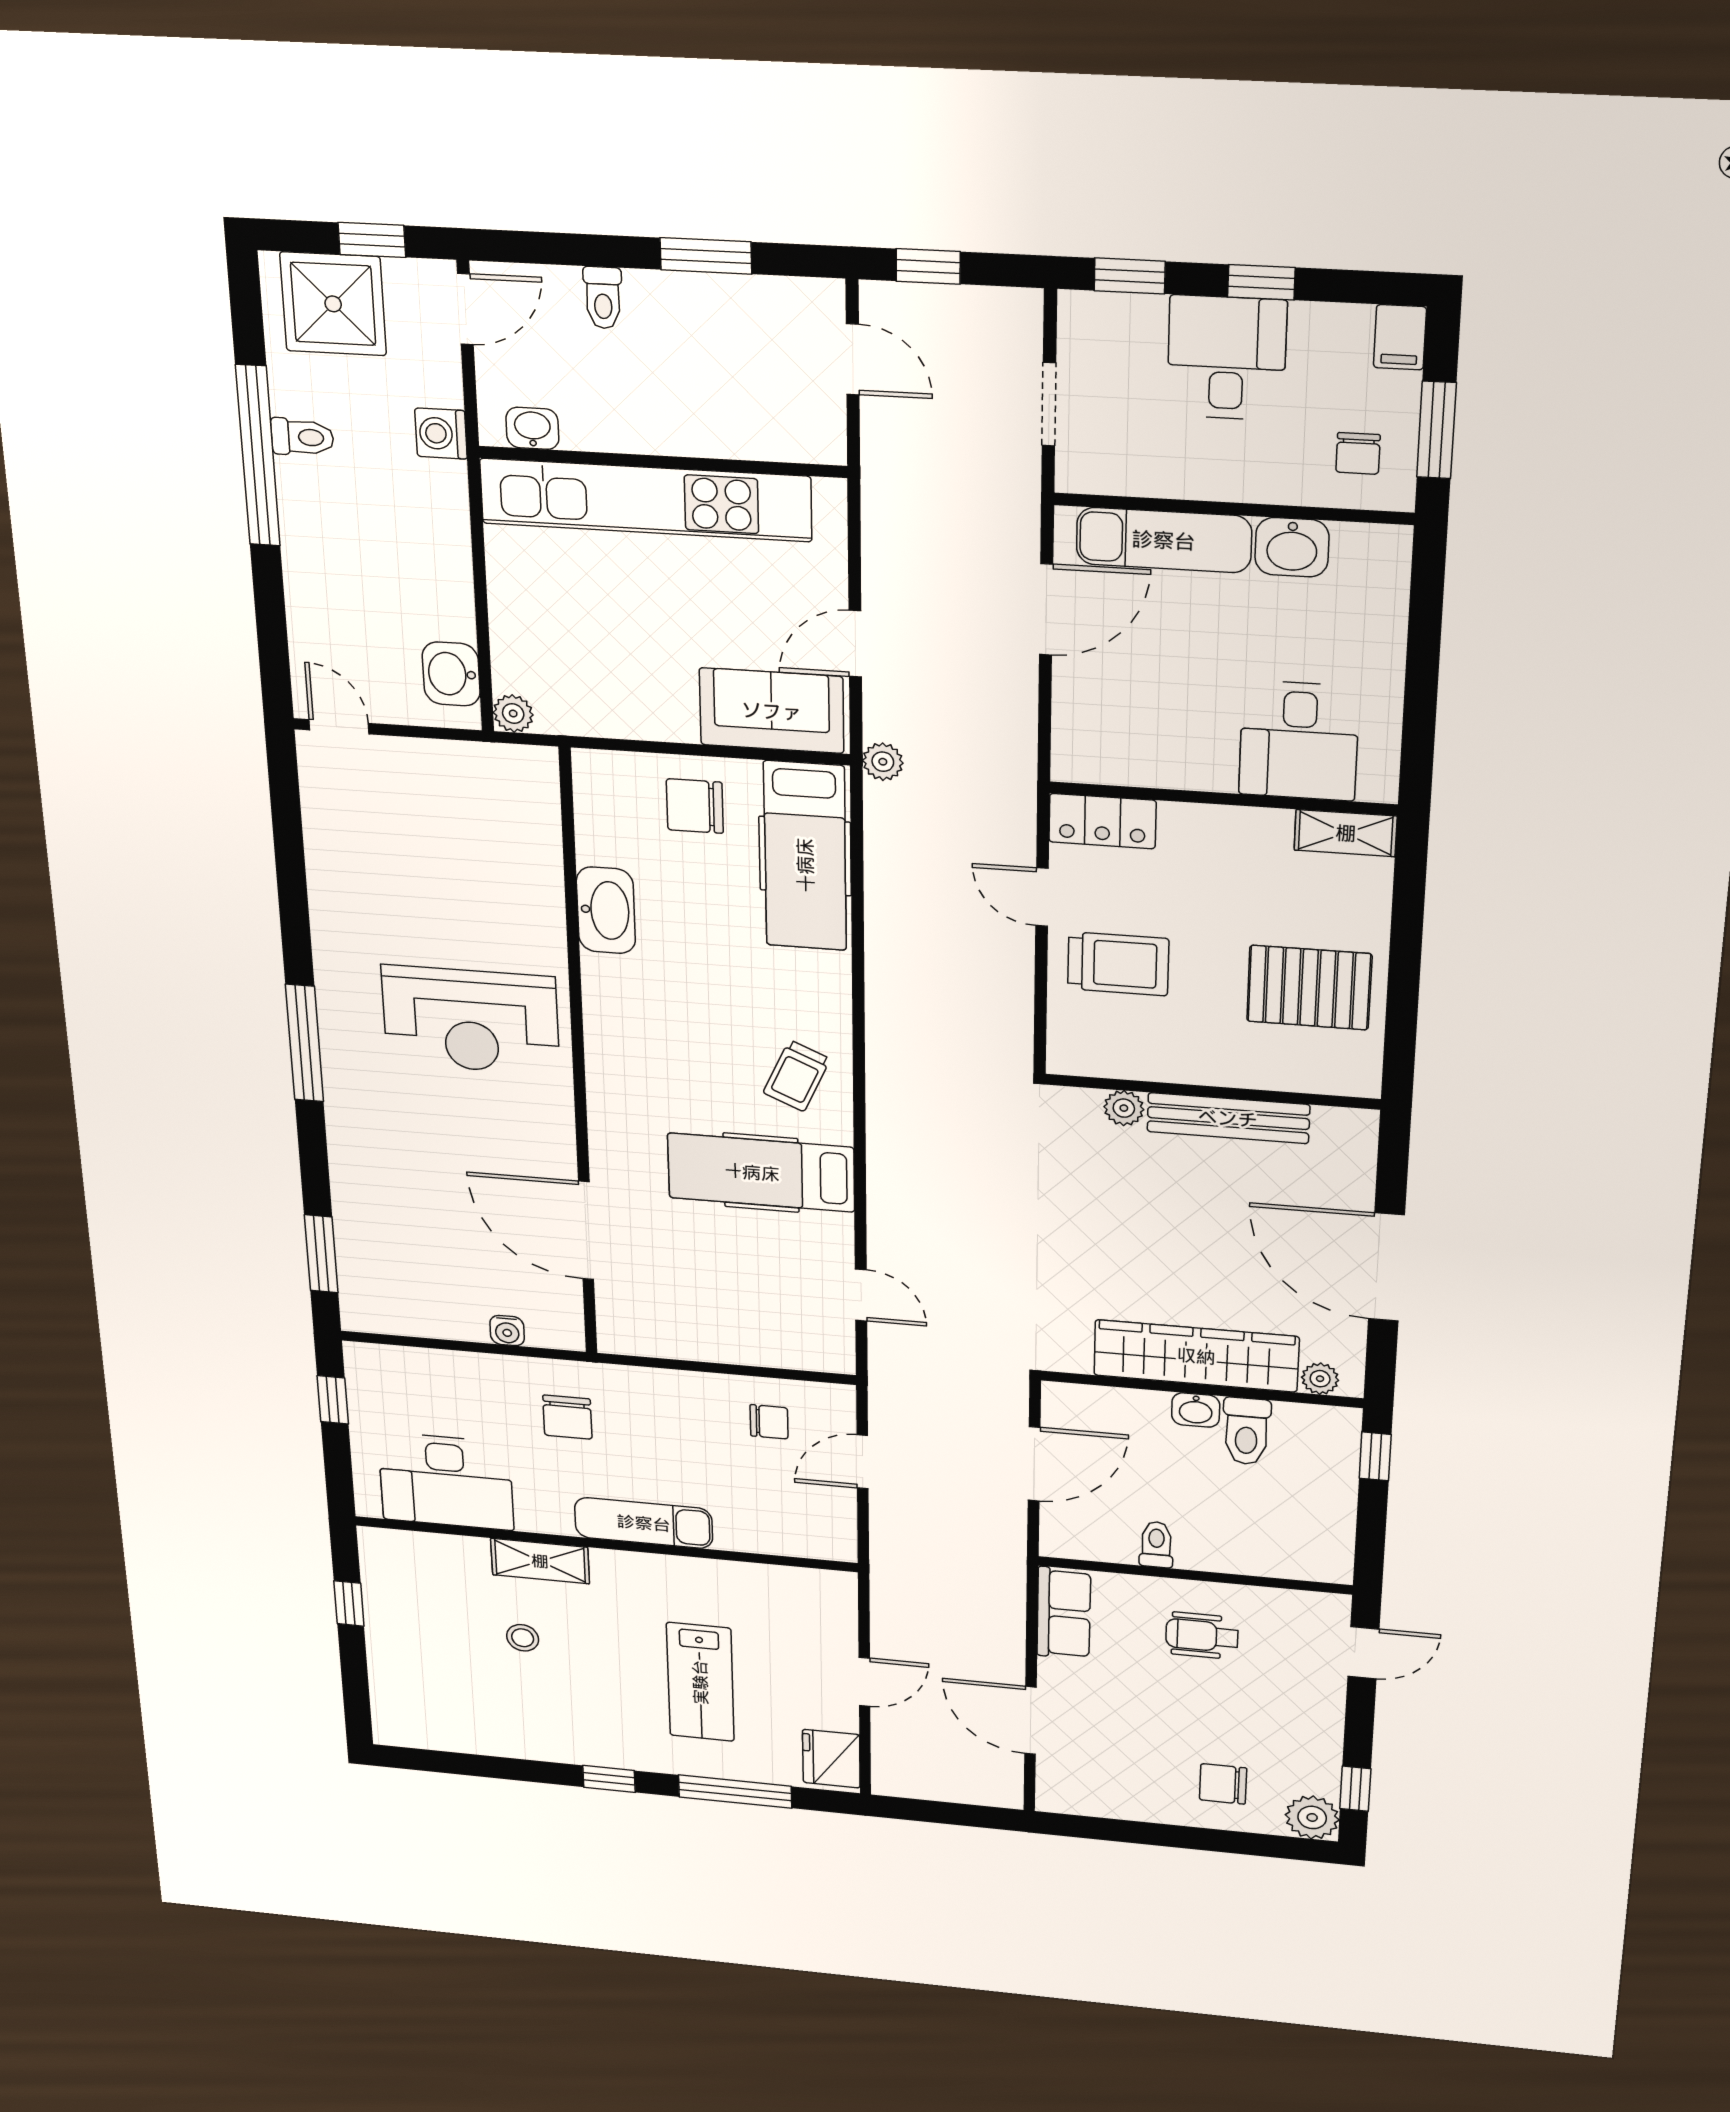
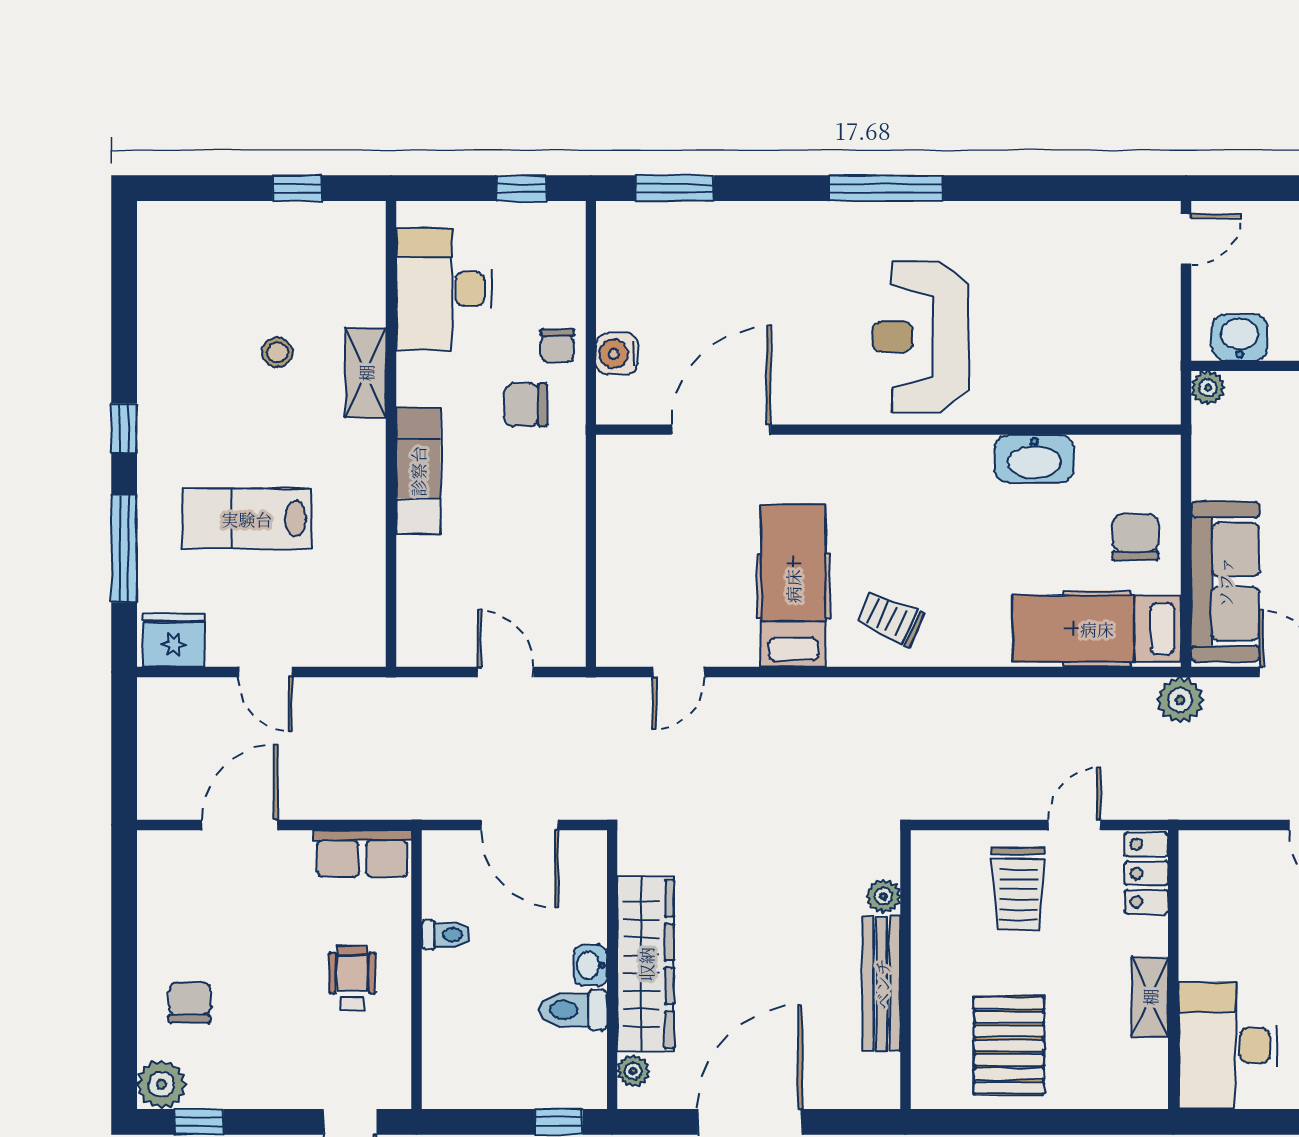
sofa: (772, 711) -> (1225, 582), width x1.36
desk: (1299, 741) -> (1228, 1045), width x1.37
plant: (883, 762) -> (1180, 700), width x1.38, depth x1.38
shelving: (1346, 833) -> (1150, 997), moved
water cooler: (507, 1331) -> (617, 354), width x1.38, depth x1.38
chair: (769, 1422) -> (557, 346), moved

